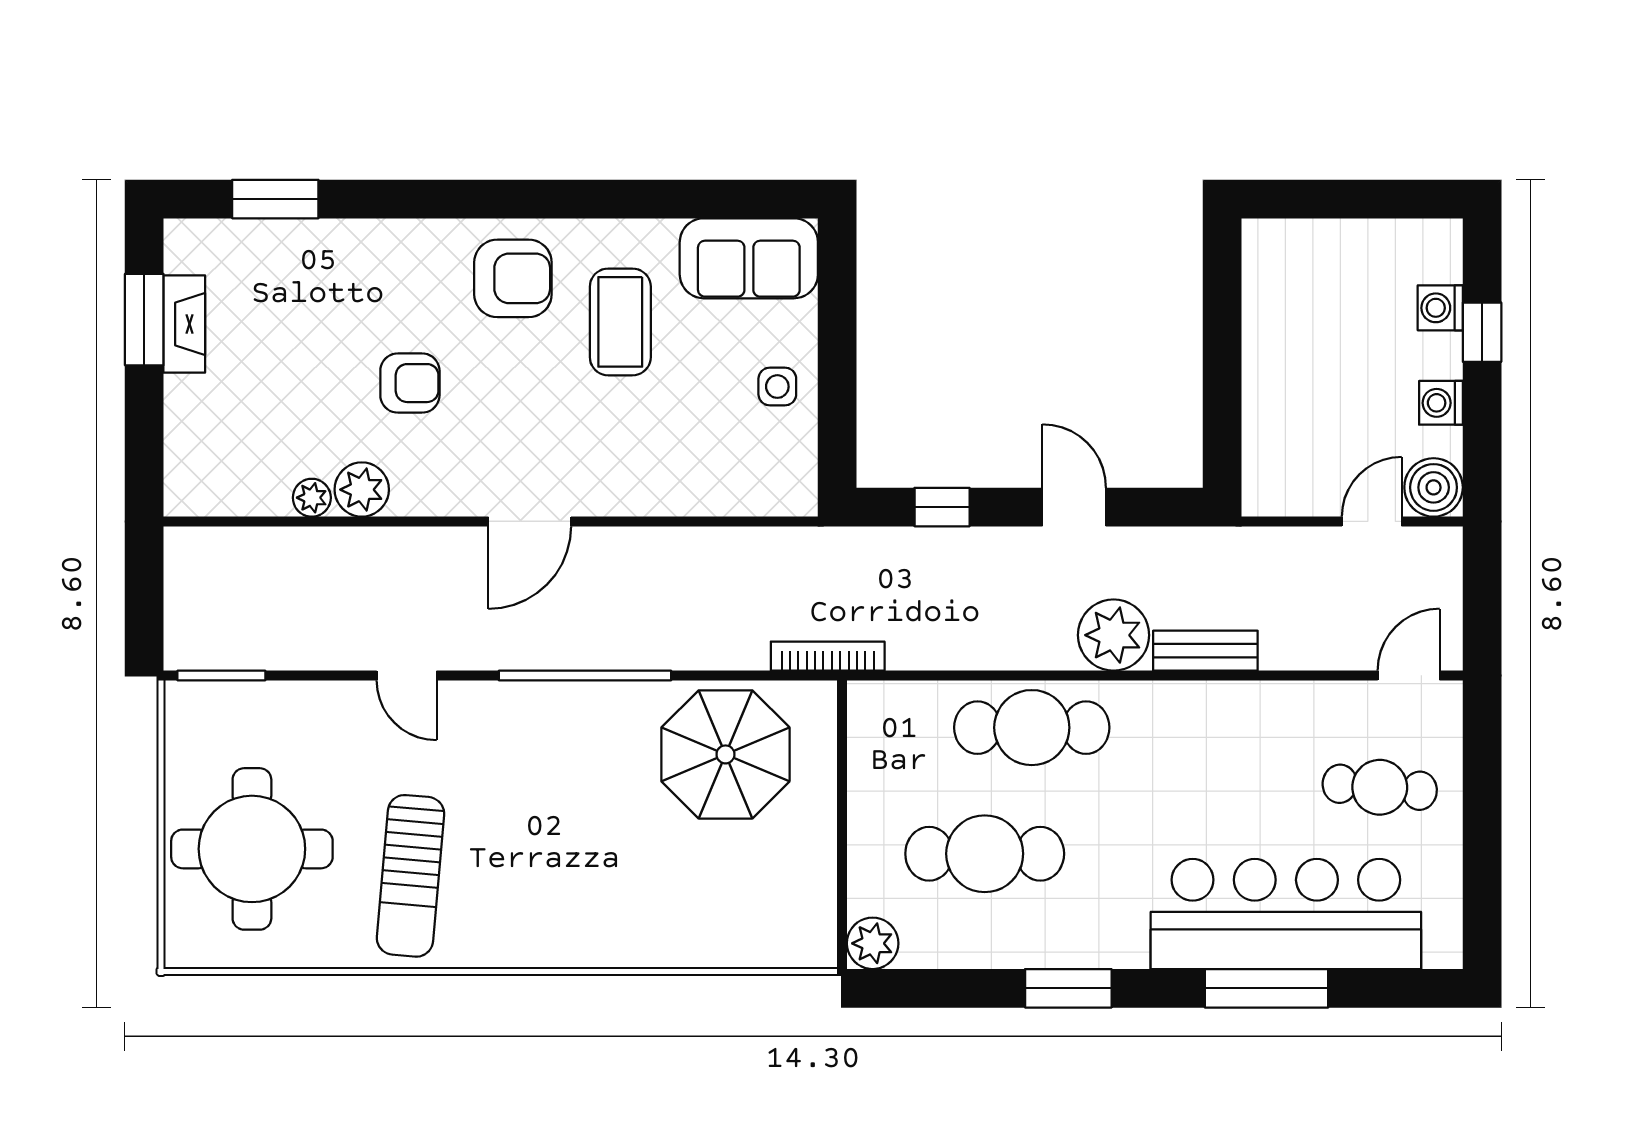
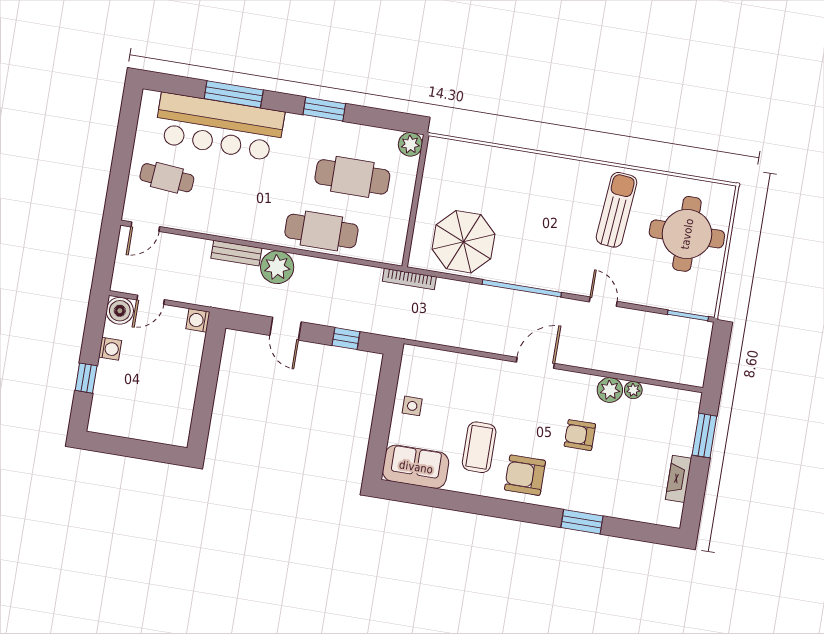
window: (275, 199) -> (582, 522), moved
washing machine: (1440, 308) -> (198, 320), moved, turned 180
window: (144, 320) -> (704, 436), moved

